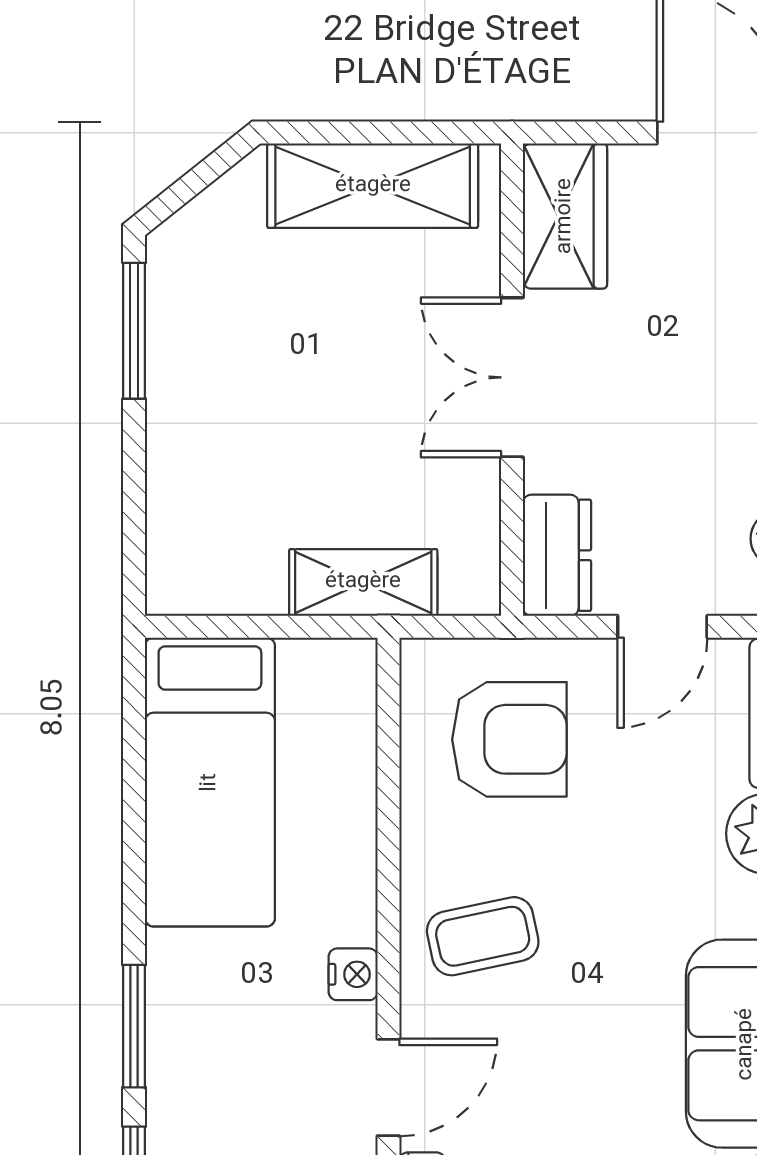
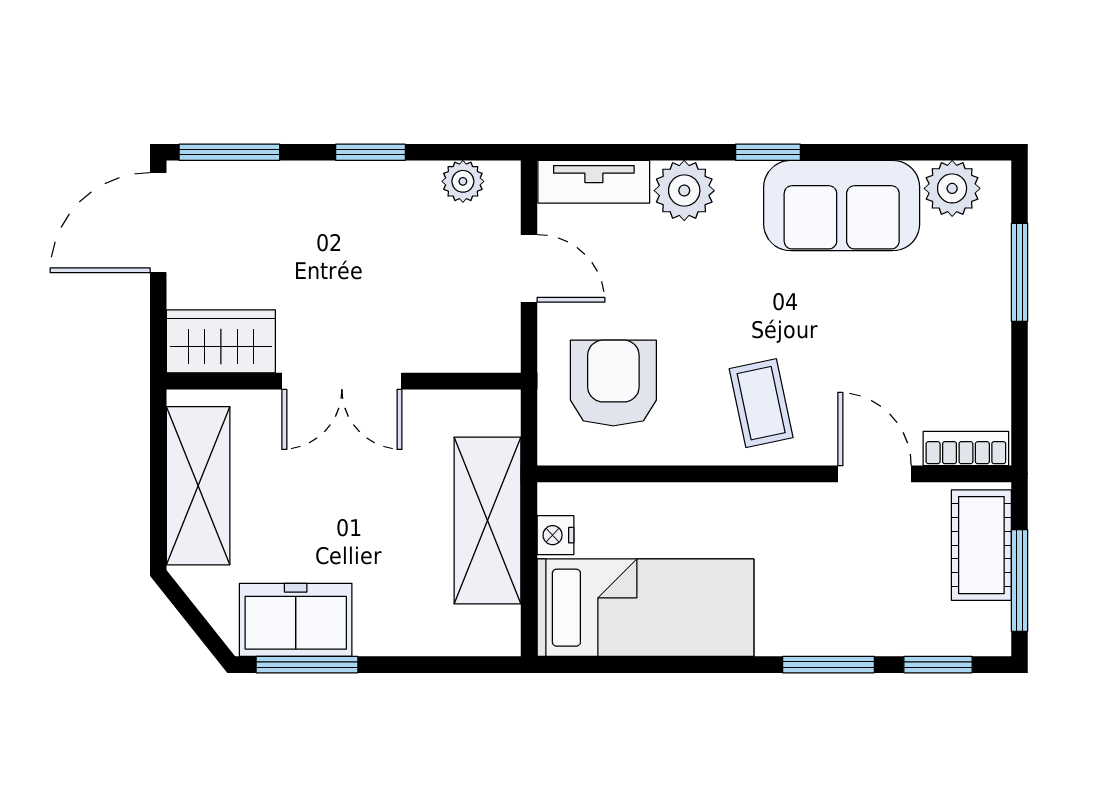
freezer: (194, 316) -> (296, 620), added
dresser: (557, 555) -> (475, 347), removed
shelving: (363, 582) -> (487, 521), width x1.50, depth x1.33
nightstand: (353, 974) -> (556, 535), moved, turned -90

